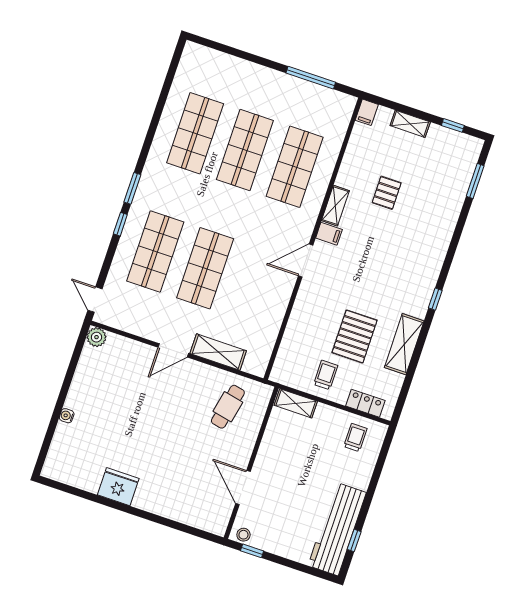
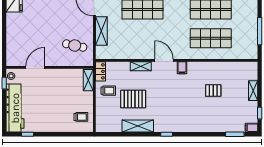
filing cabinet: (367, 112) -> (251, 128), moved
shelving: (335, 206) -> (141, 66), moved
locker: (365, 403) -> (100, 71), moved
workbench: (337, 529) -> (15, 108), moved, turned 90

